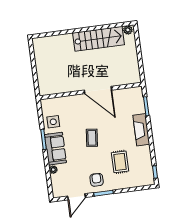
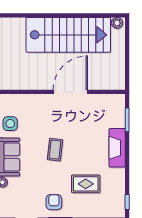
stairs: (99, 39) -> (68, 35), width x1.36, depth x1.51
door: (98, 90) -> (70, 92), swing flipped
rug: (120, 162) -> (86, 184), turned 90

